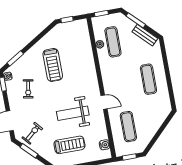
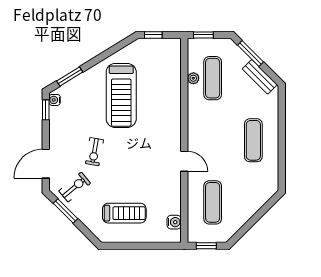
treadmill: (53, 65) -> (121, 95), width x1.37, depth x1.38
exercise bike: (28, 89) -> (94, 152), moved
weight bench: (73, 113) -> (137, 169), removed

